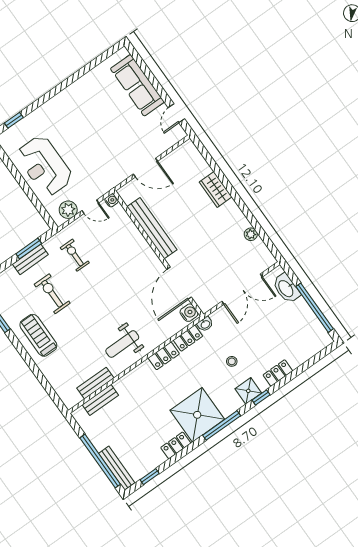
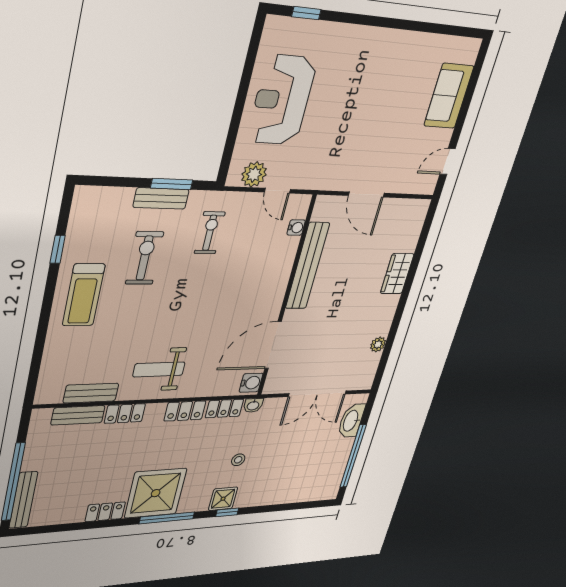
sofa: (137, 85) -> (449, 96), width x0.73
water cooler: (112, 200) -> (296, 228), moved
treadmill: (38, 335) -> (84, 295), turned 180
locker: (278, 373) -> (125, 414), moved, turned 180
window: (150, 477) -> (48, 529), removed

